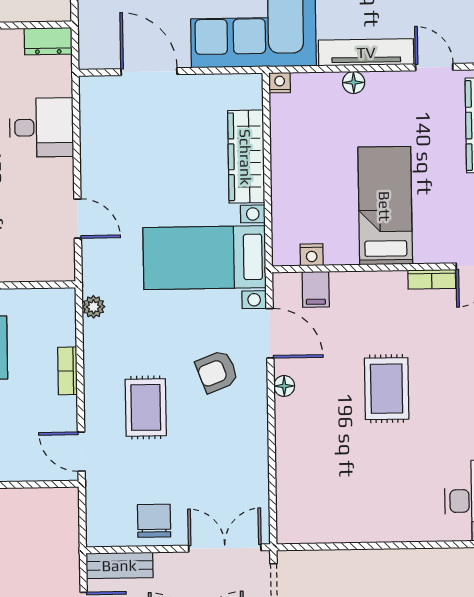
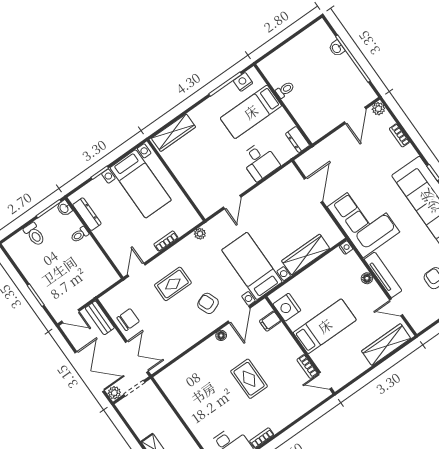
door: (434, 67) -> (396, 307), swing flipped
nightstand: (312, 255) -> (287, 307), width x1.89, depth x1.79
rug: (387, 389) -> (249, 379), turned 90

